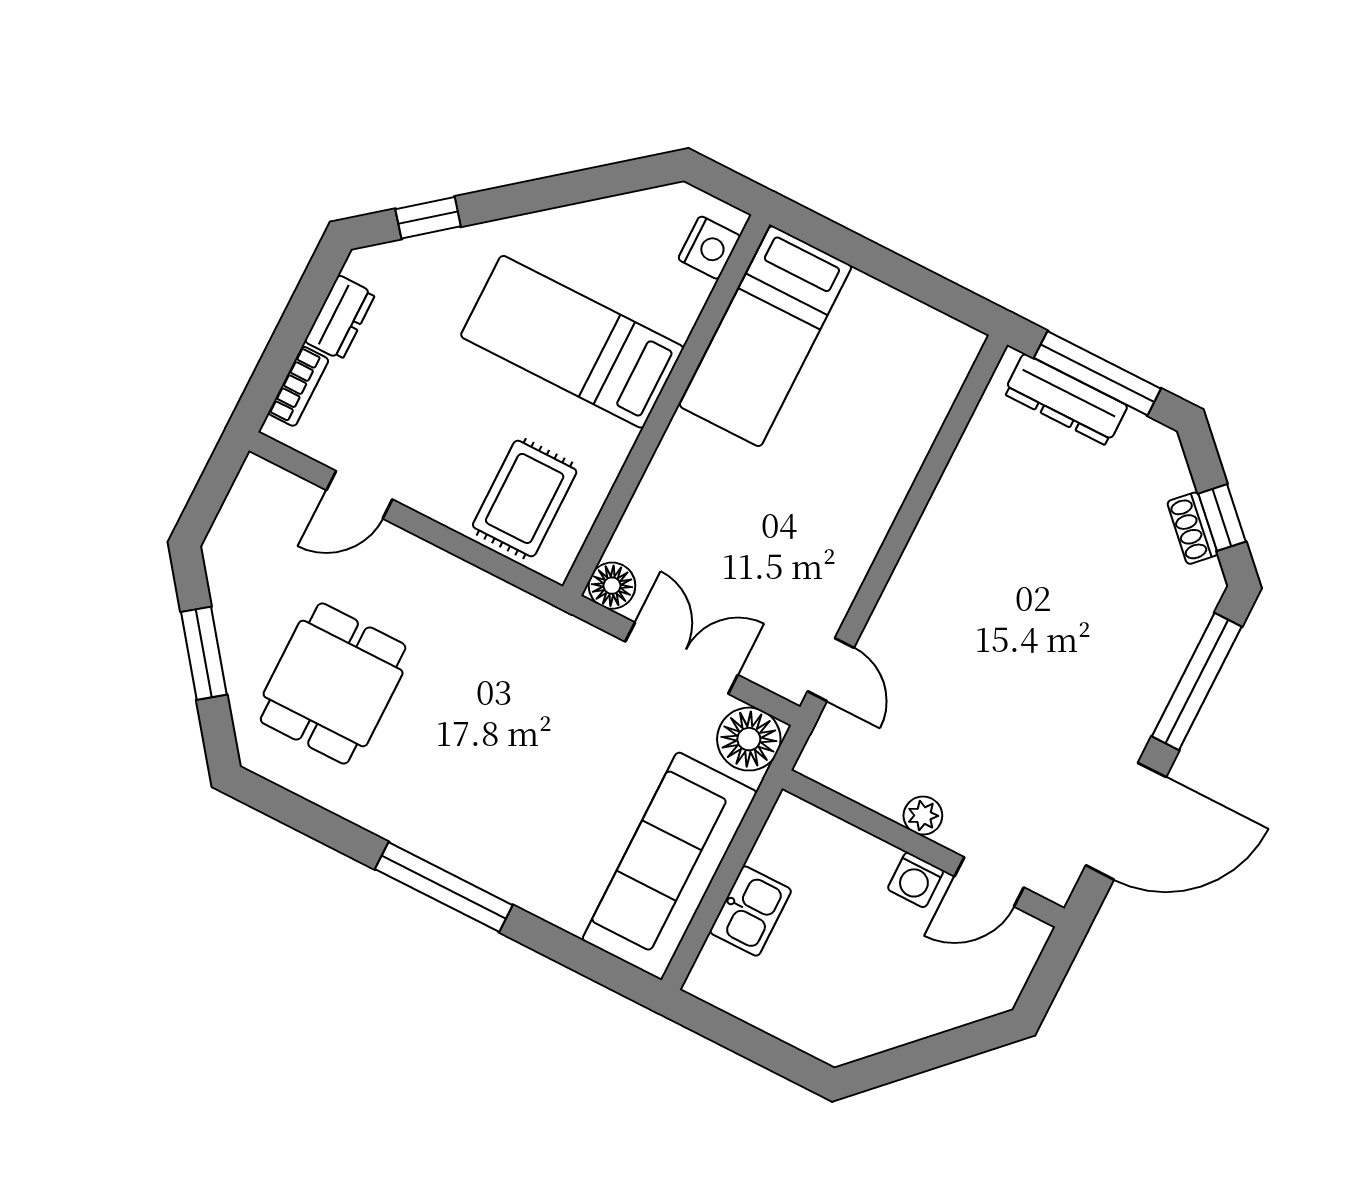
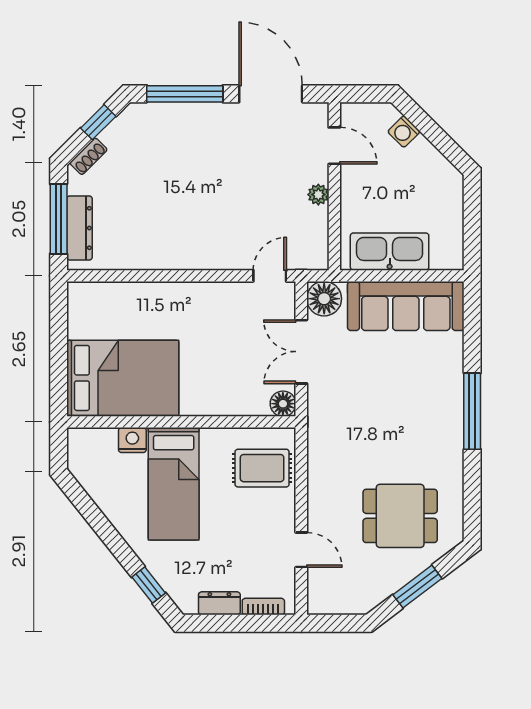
nightstand: (709, 248) -> (132, 440), moved
bed: (766, 336) -> (123, 378), width x1.50
shoe rack: (1192, 528) -> (88, 156), moved
washing machine: (916, 880) -> (404, 132), moved, turned 135
kitchen sink: (751, 911) -> (390, 252), width x1.88, depth x1.24

